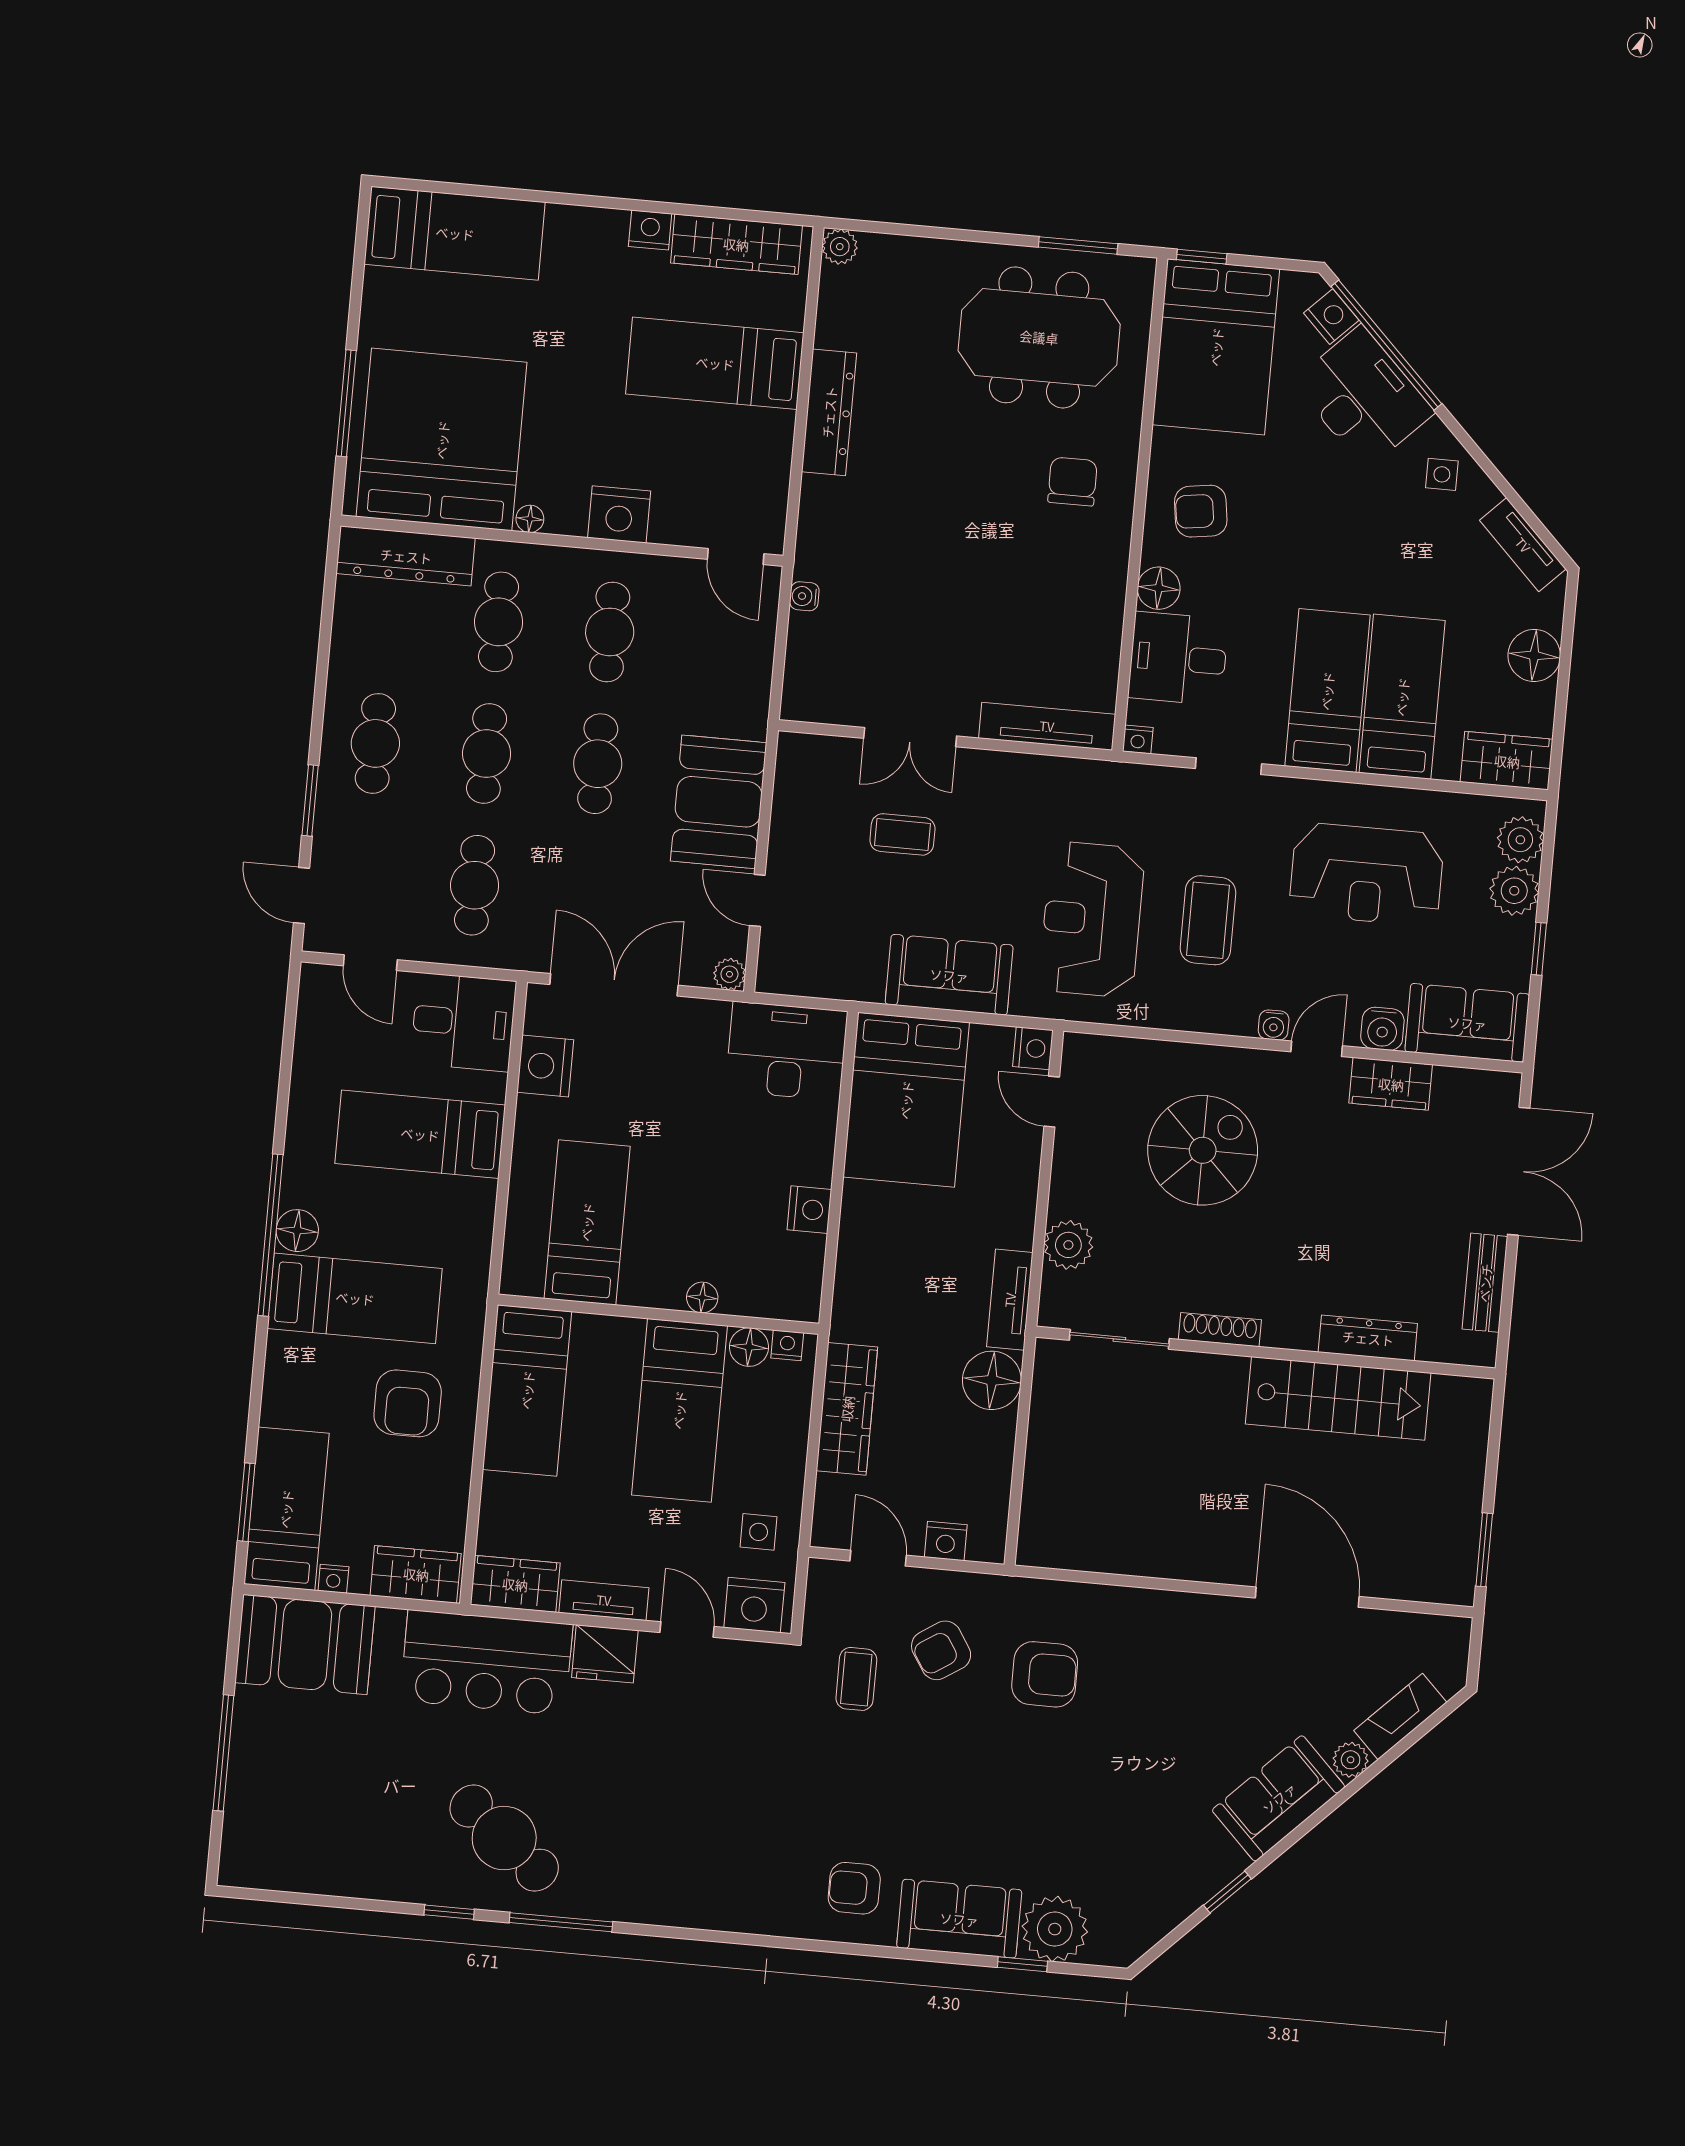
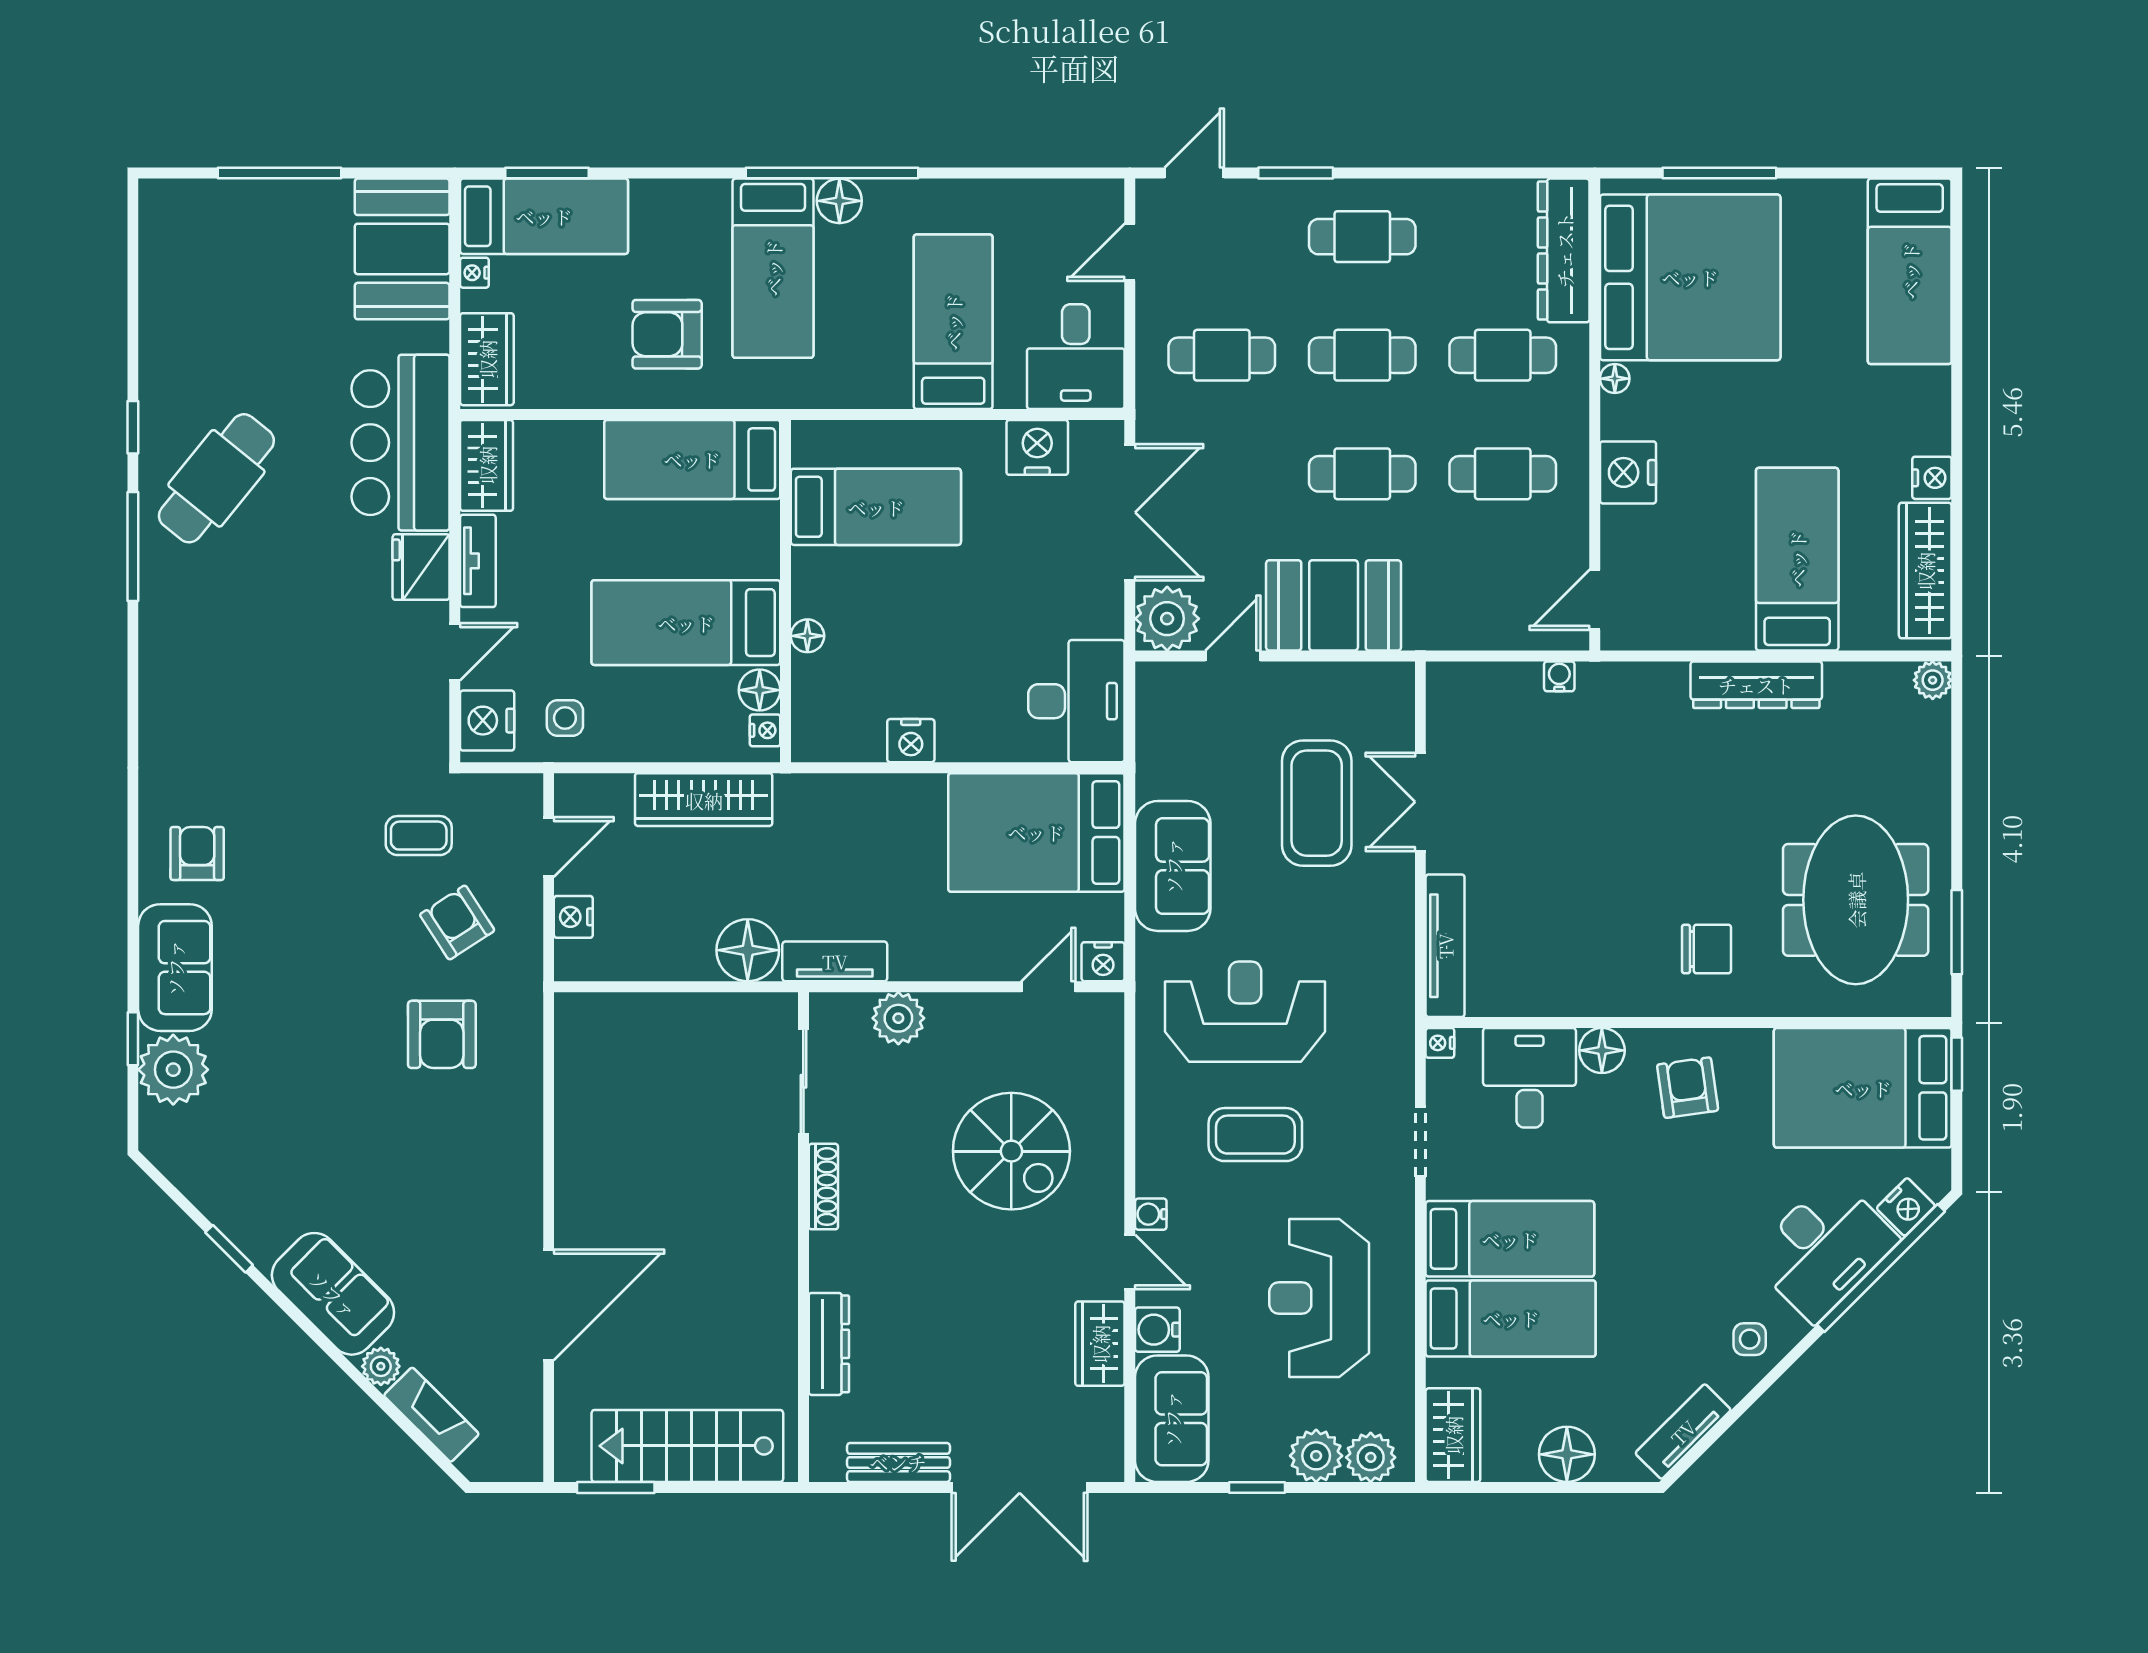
coffee table: (902, 834) -> (1317, 803), width x1.86, depth x1.72
plant: (729, 974) -> (1167, 619), width x1.87, depth x1.87
stairs: (1338, 1398) -> (687, 1446), moved, turned 90

